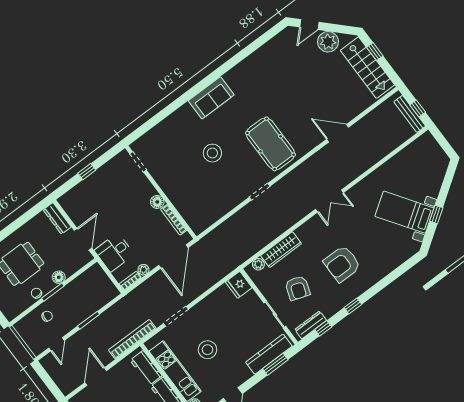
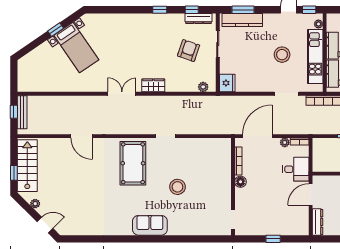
plant: (328, 42) -> (35, 204), width x0.53, depth x0.53
wardrobe: (281, 250) -> (153, 85), moved, width x0.67
armchair: (342, 264) -> (146, 44), removed

